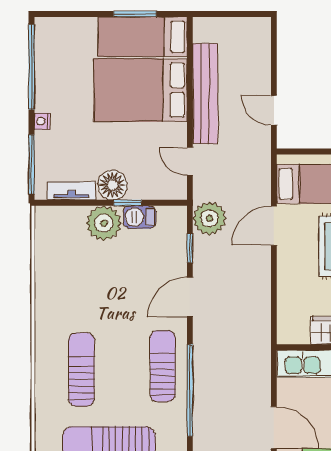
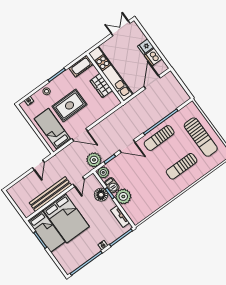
floor lamp: (112, 185) -> (101, 195), moved
plant: (174, 219) -> (103, 172), added

